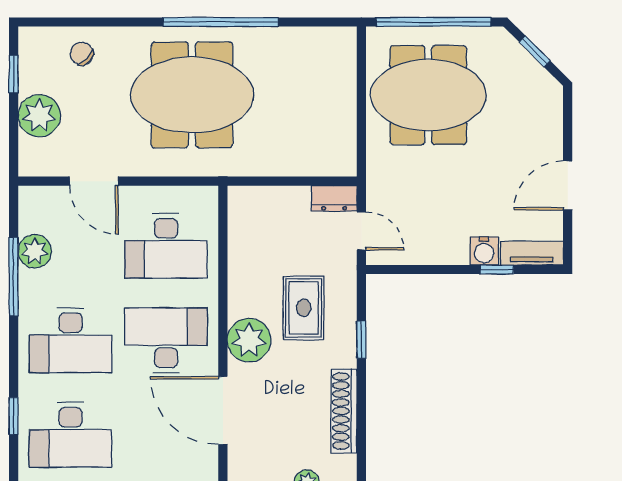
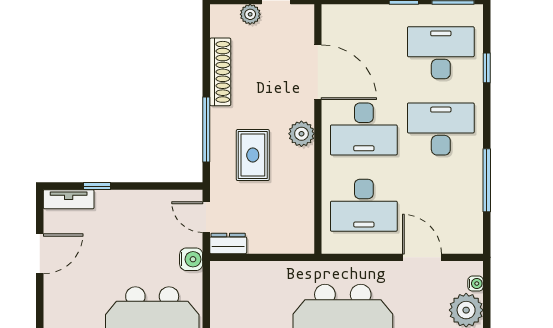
water cooler: (27, 149) -> (476, 284), added
desk: (166, 246) -> (364, 205), turned 180
plant: (35, 251) -> (470, 201), removed
water cooler: (484, 251) -> (191, 259), moved, turned 90
plant: (249, 340) -> (301, 134), width x0.73, depth x0.73
window: (361, 340) -> (206, 130), width x2.17

